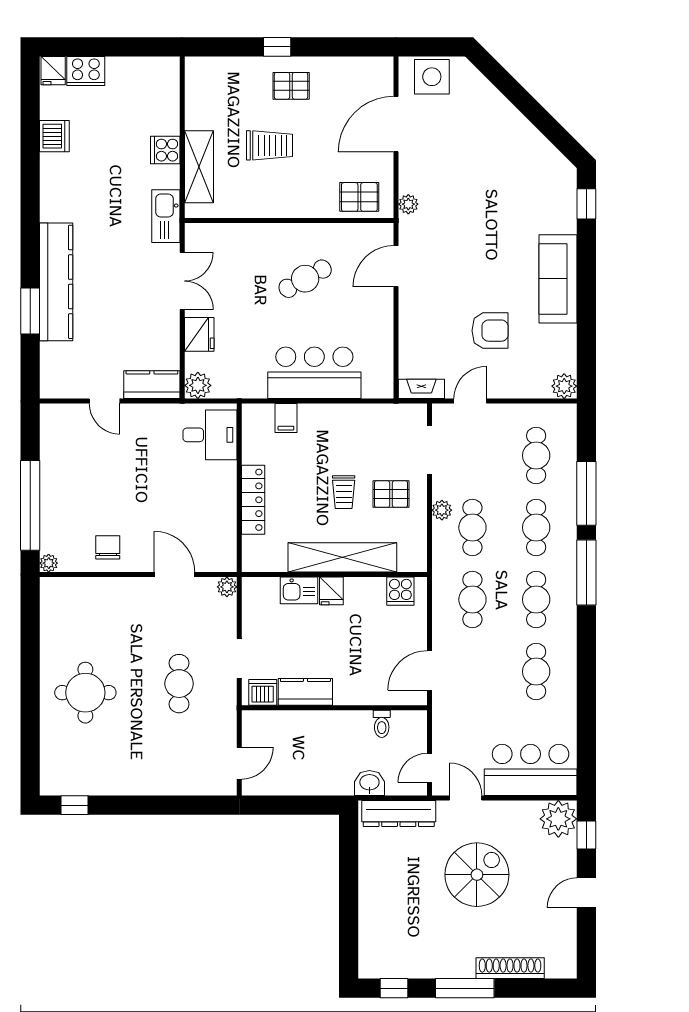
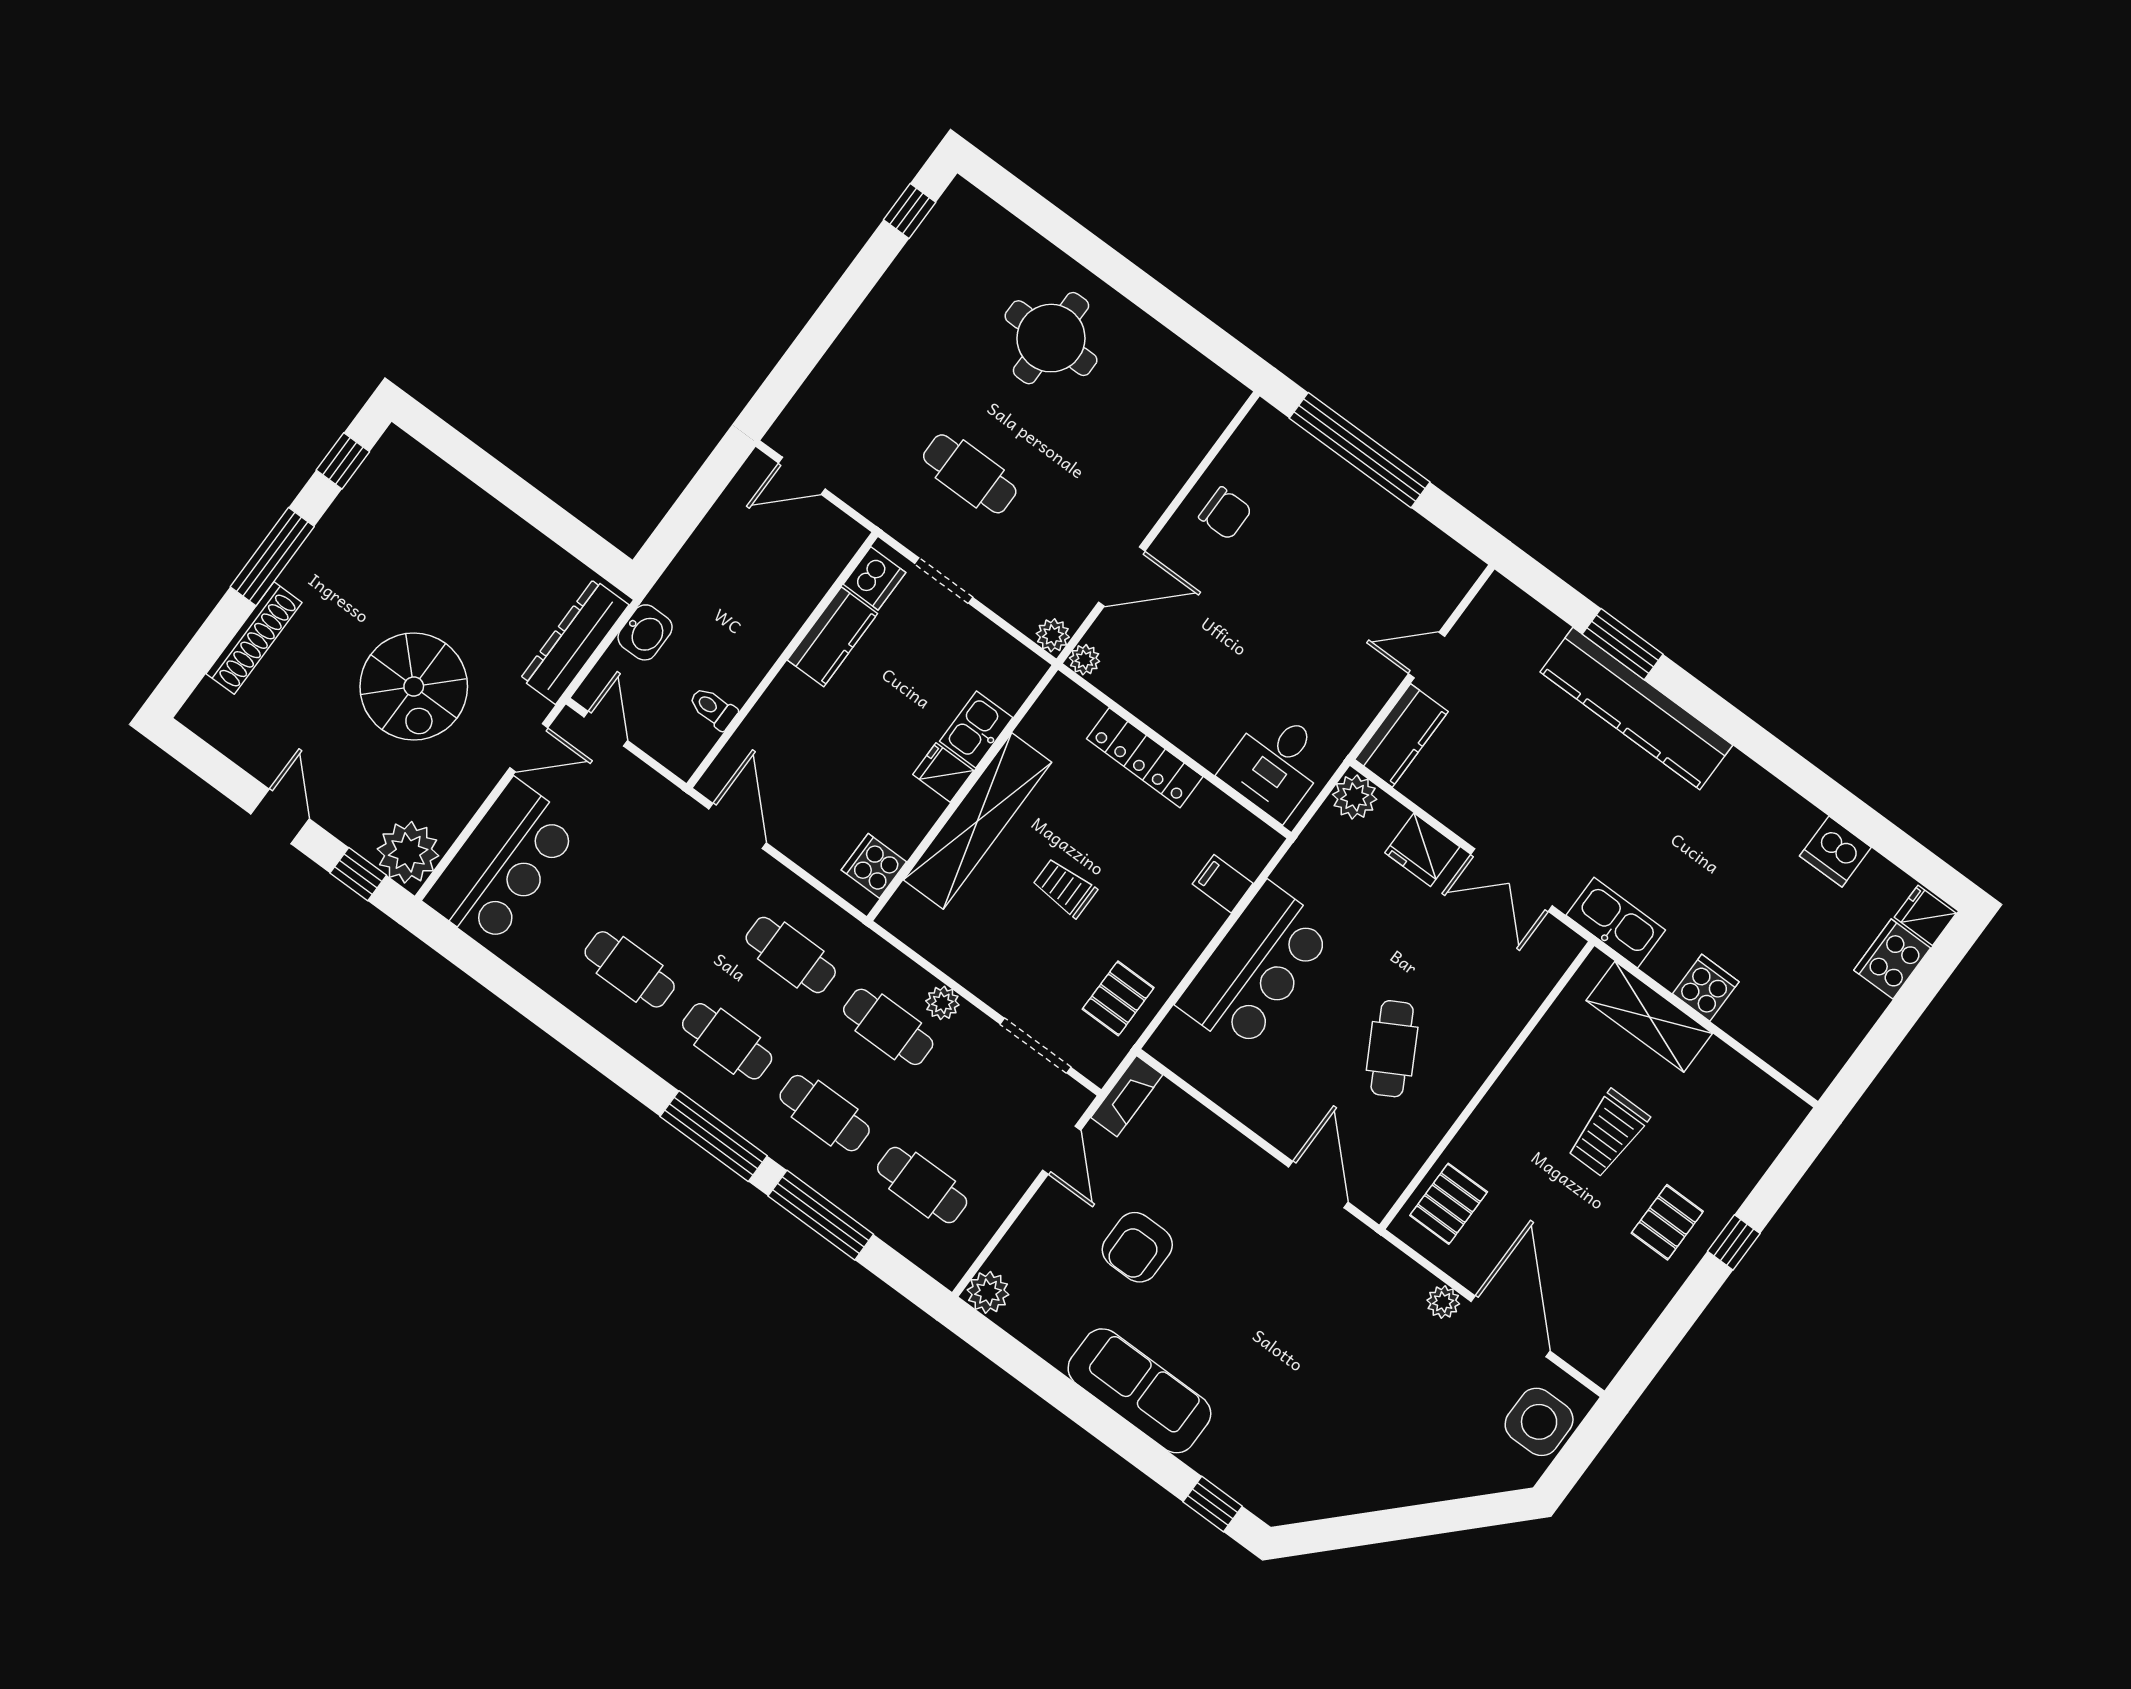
plant: (408, 204) -> (1443, 1302), moved
pallet: (391, 494) -> (1118, 998), moved
plant: (49, 563) -> (1085, 660), moved
door: (239, 763) -> (802, 476), hinge flipped

